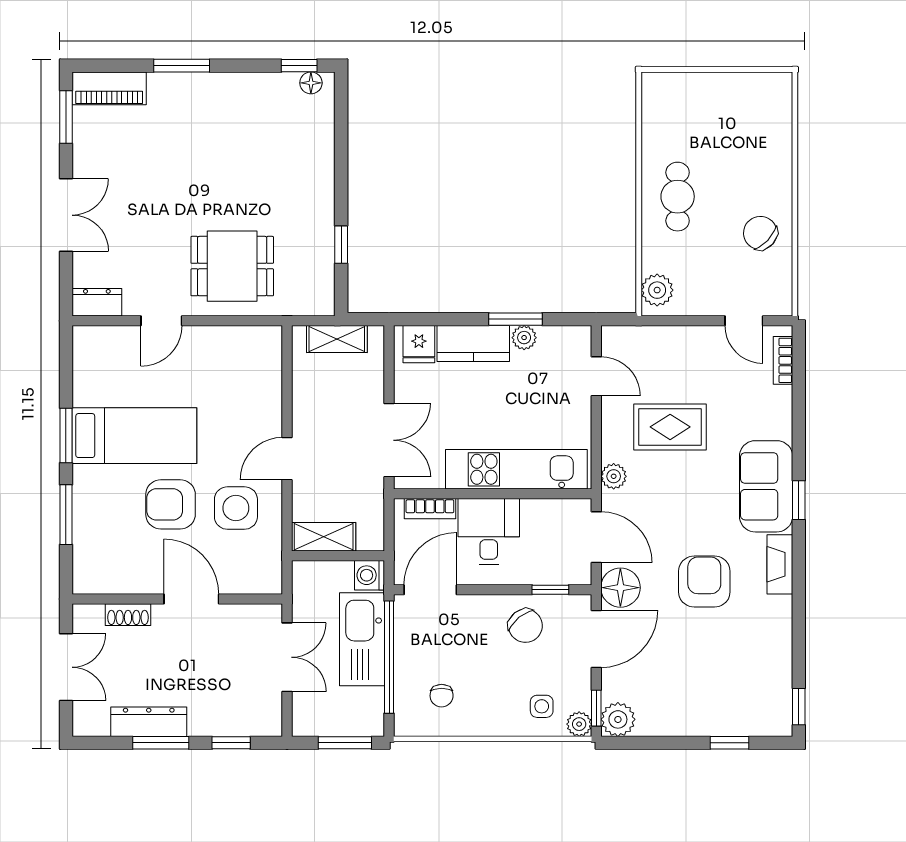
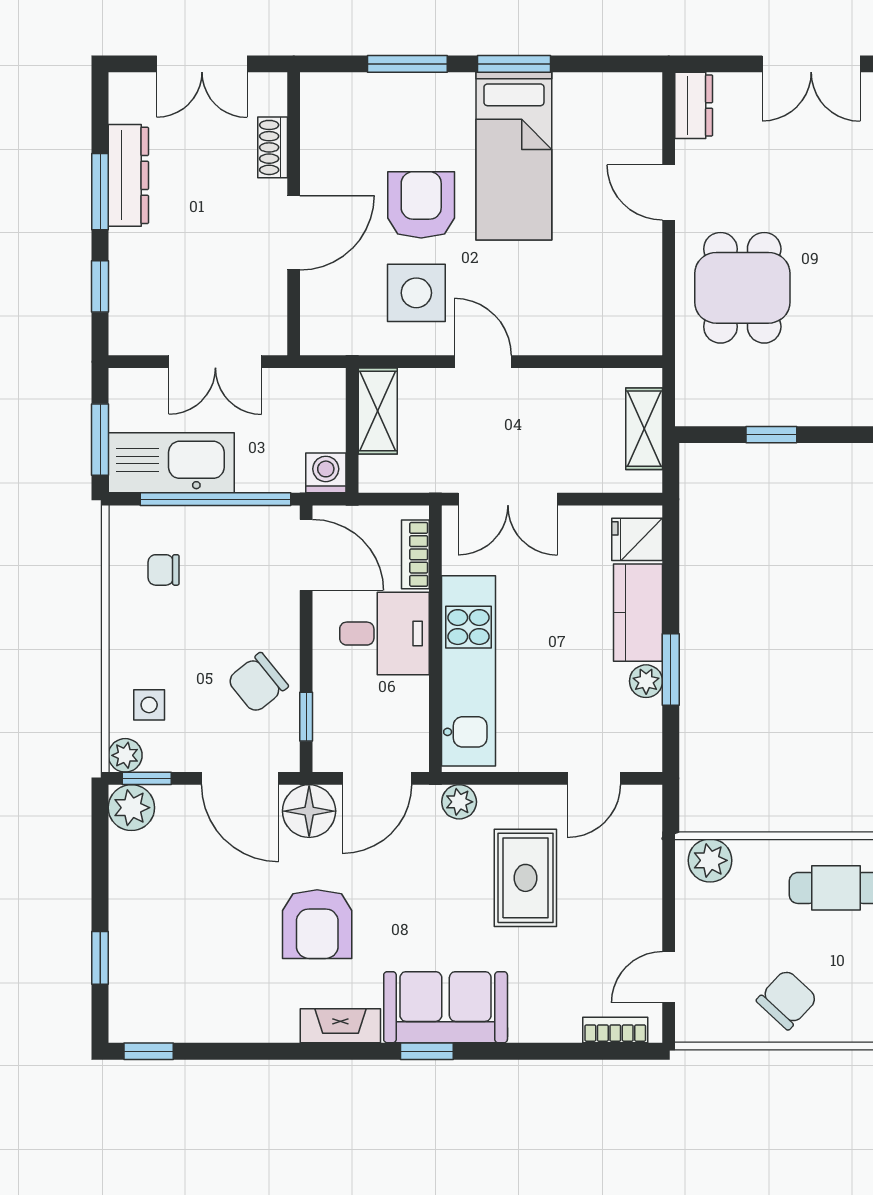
armchair: (704, 582) -> (317, 924), turned 90
kitchen sink: (362, 639) -> (171, 463), moved

